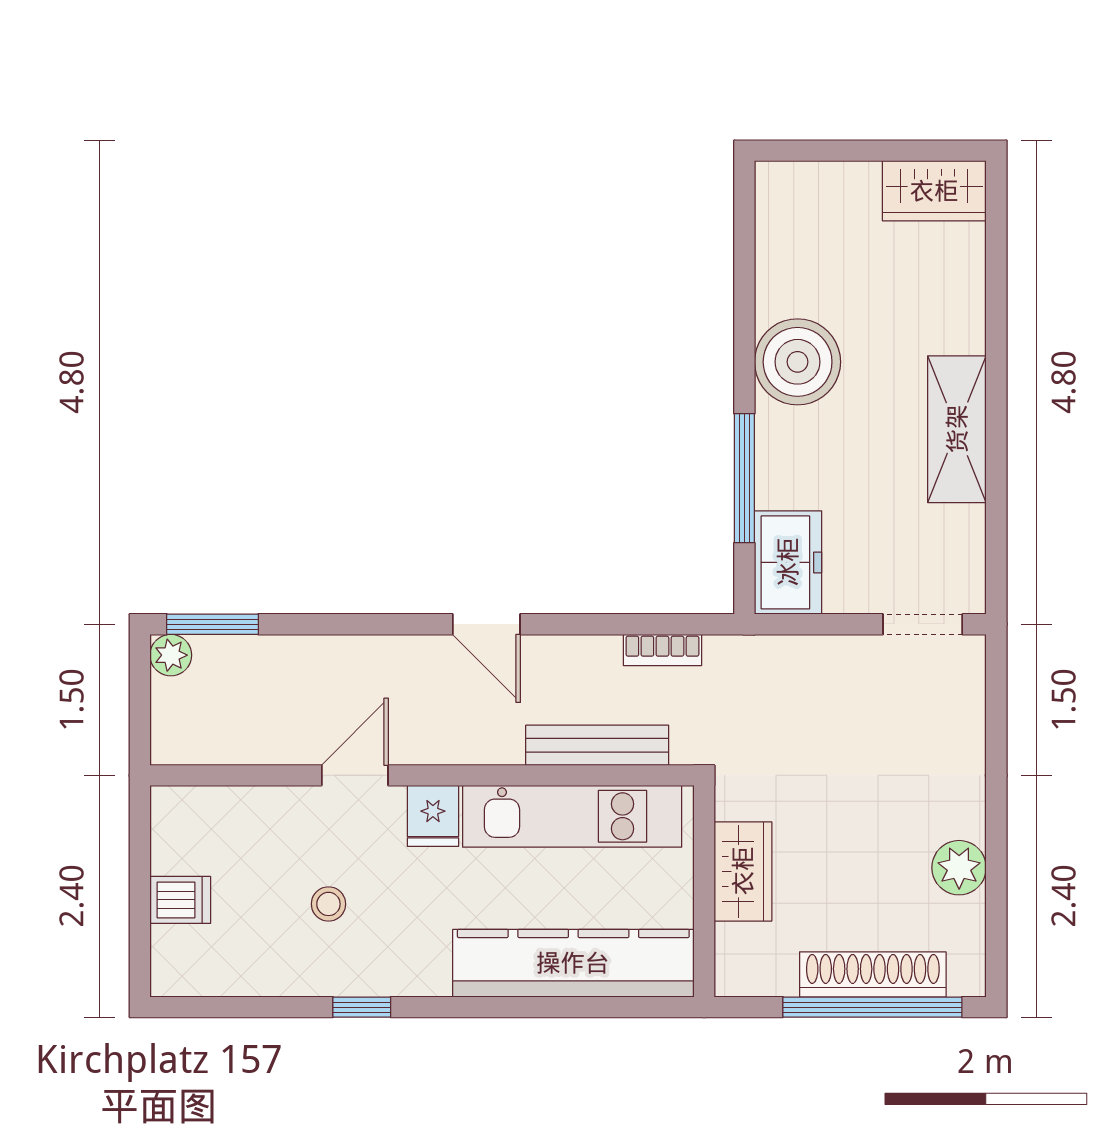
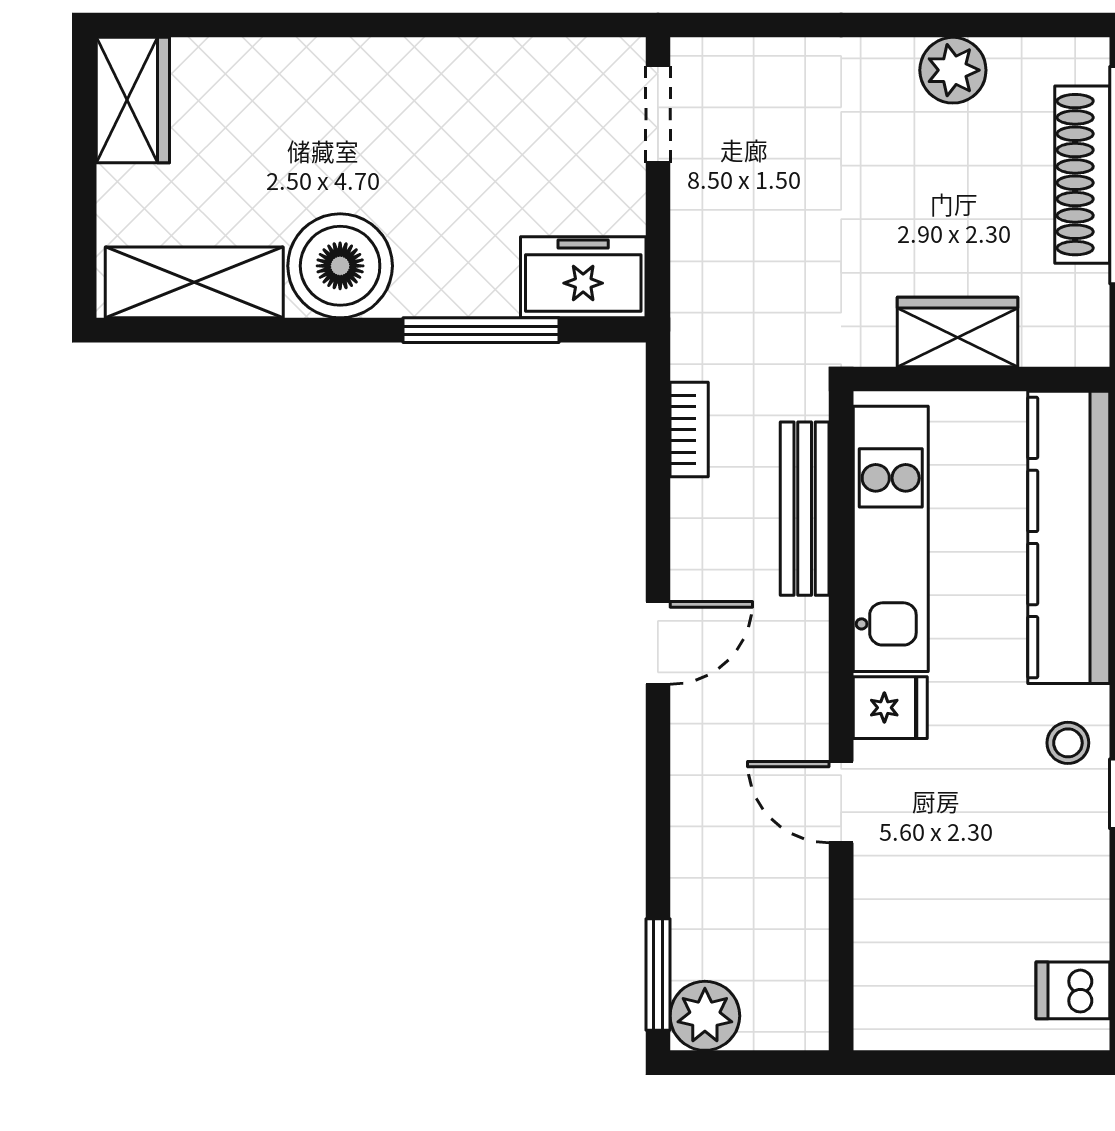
shelving: (957, 429) -> (194, 282), moved
plant: (171, 655) -> (705, 1016), width x1.38, depth x1.38
dishwasher: (180, 900) -> (1073, 990), moved, turned -90
stool: (328, 904) -> (1068, 743), moved

